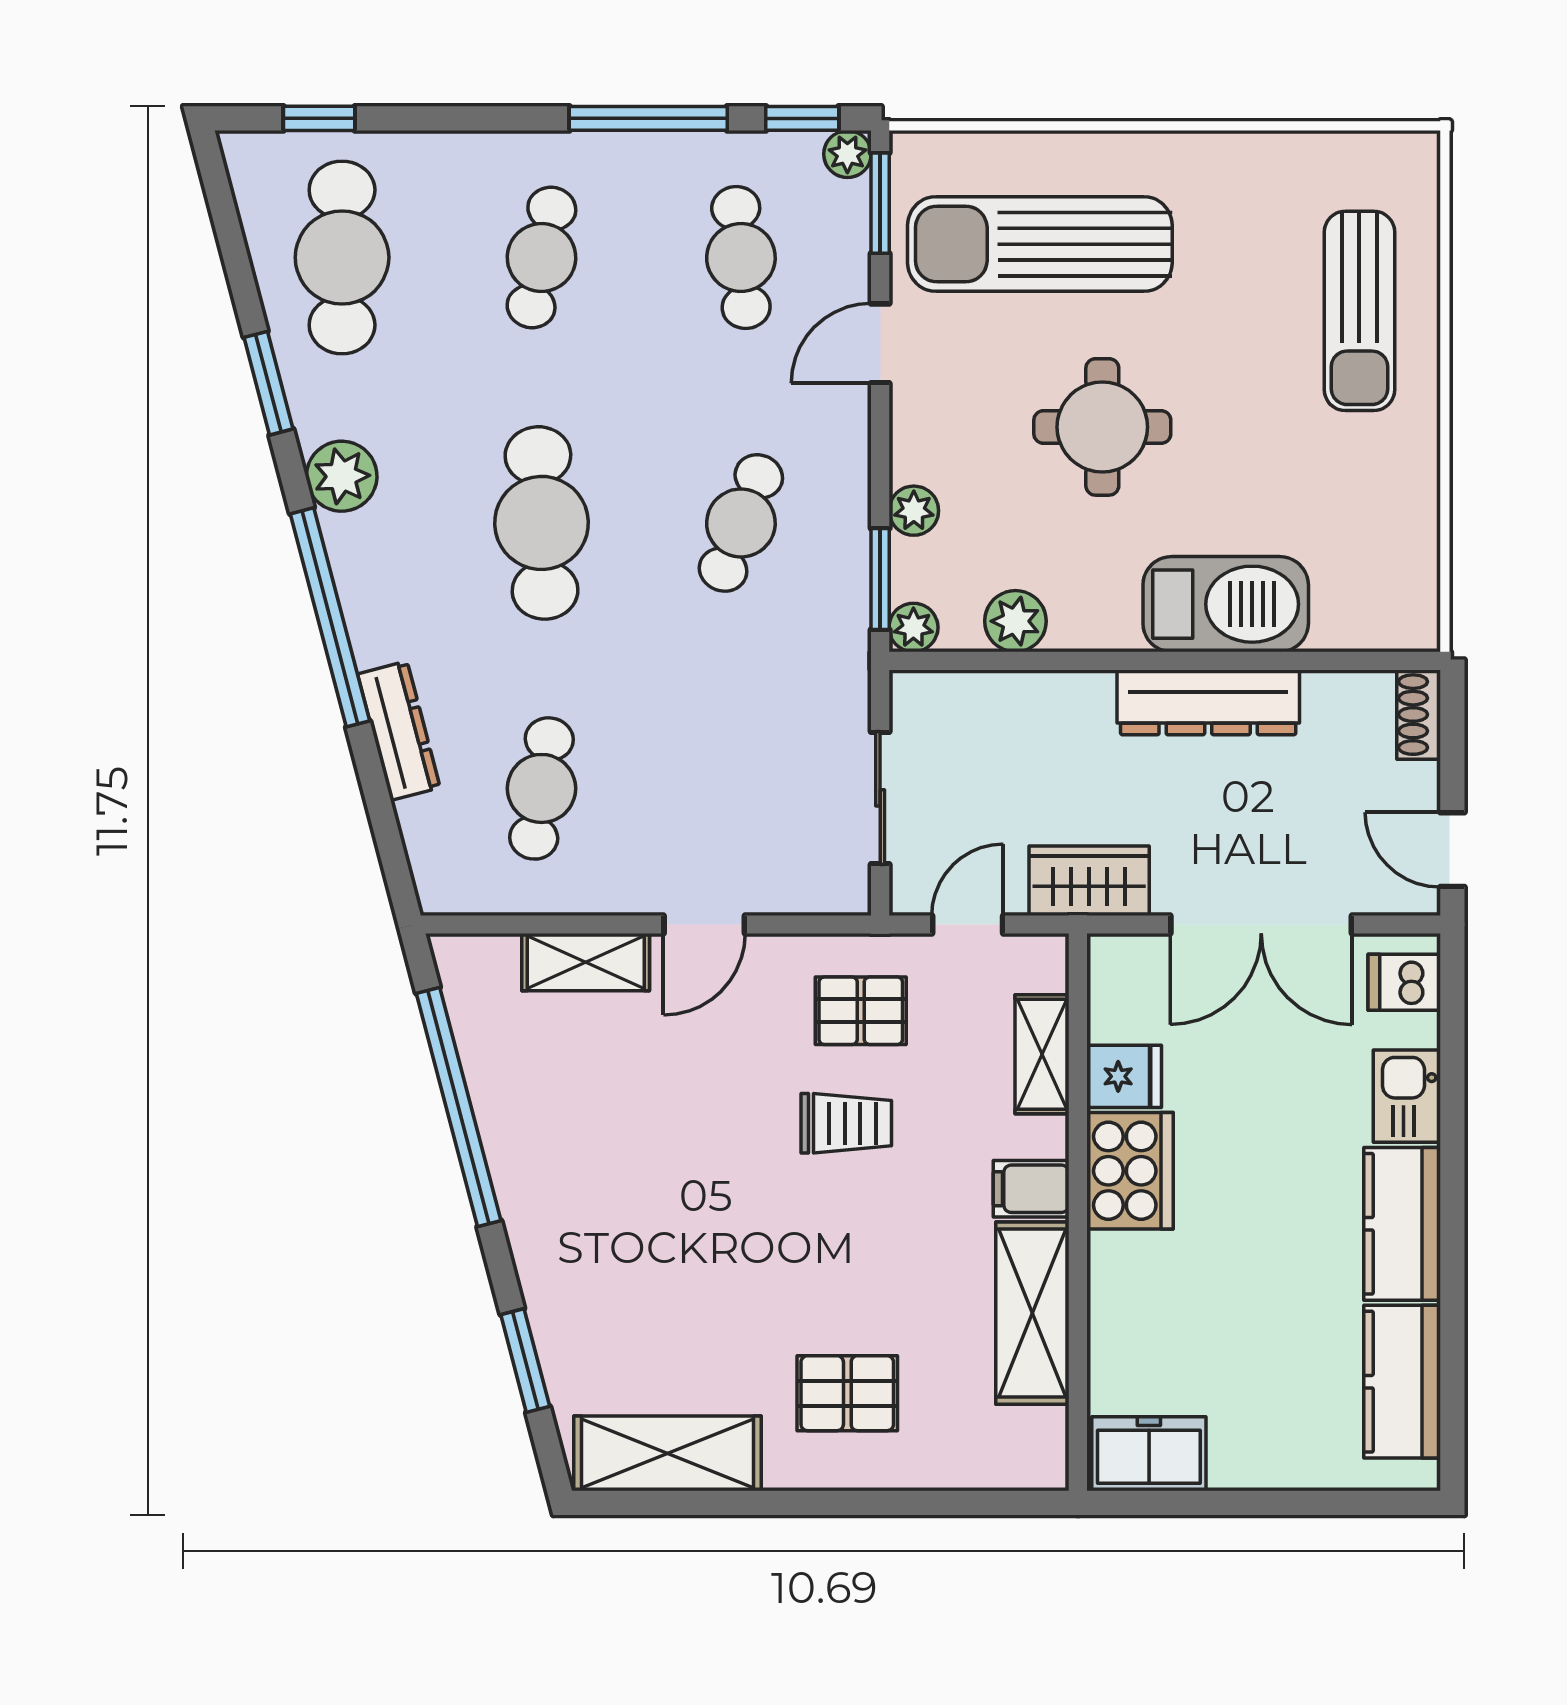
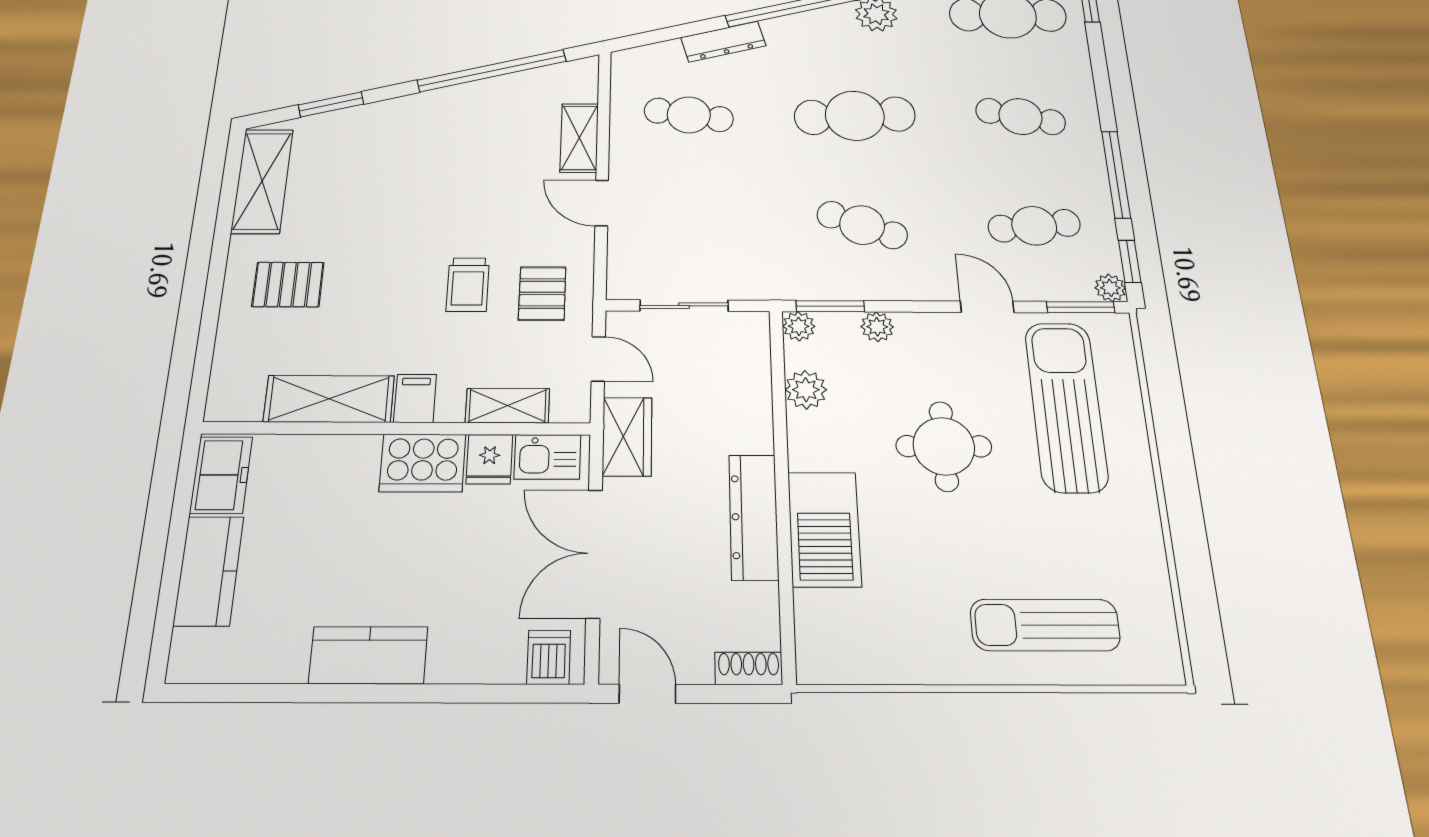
door: (1452, 850) -> (647, 694), hinge flipped
kitchen sink: (1407, 1096) -> (547, 457), moved, turned 180
kitchen counter: (1402, 1382) -> (209, 571), moved, turned 90
pallet: (847, 1393) -> (288, 284), turned 90

